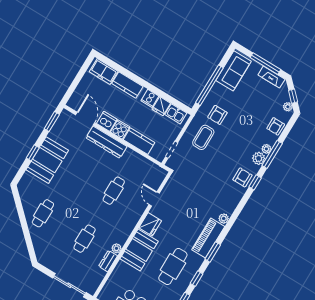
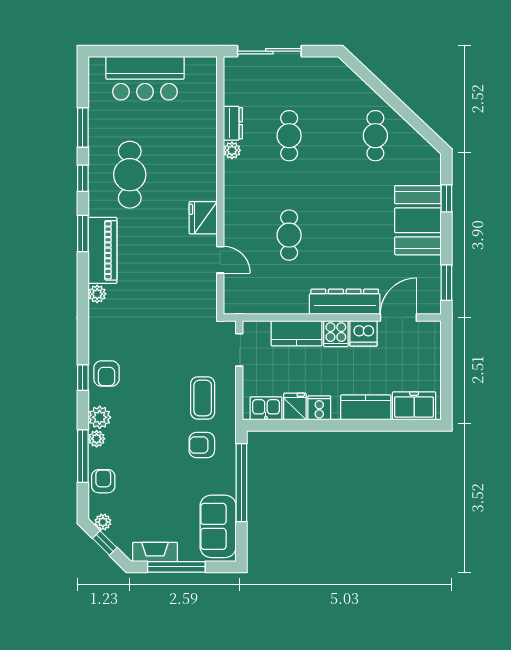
armchair: (217, 115) -> (202, 445), turned -90
door: (85, 119) -> (398, 317), swing flipped
window: (33, 153) -> (446, 198), moved
window: (272, 154) -> (83, 456), moved
booth: (139, 250) -> (196, 169), removed

